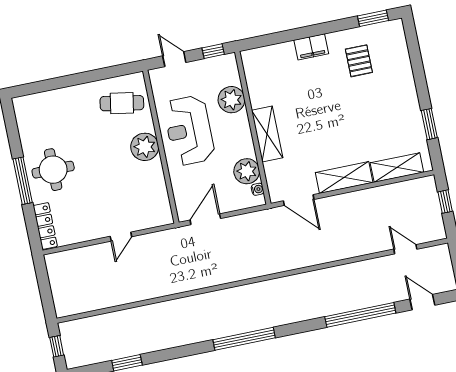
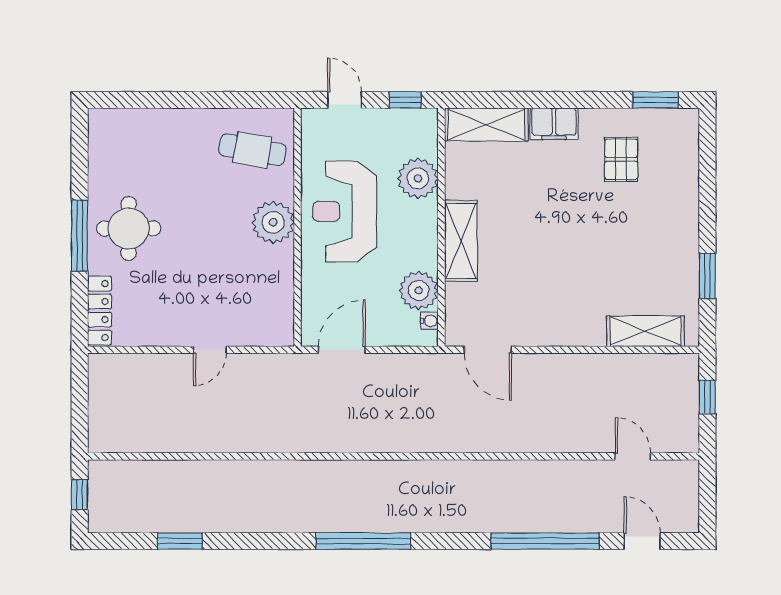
shelving: (344, 178) -> (486, 125), moved

